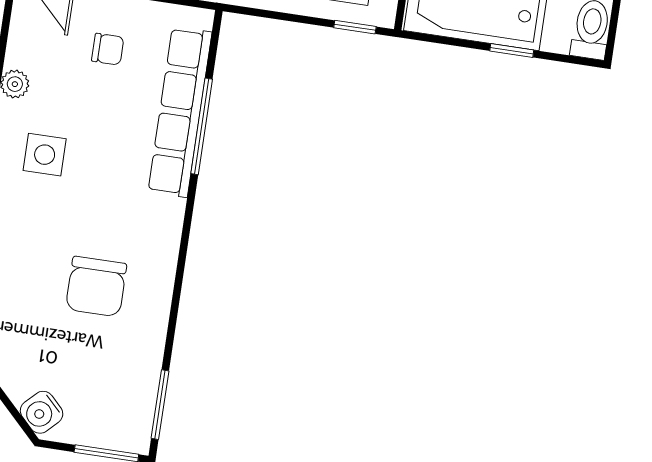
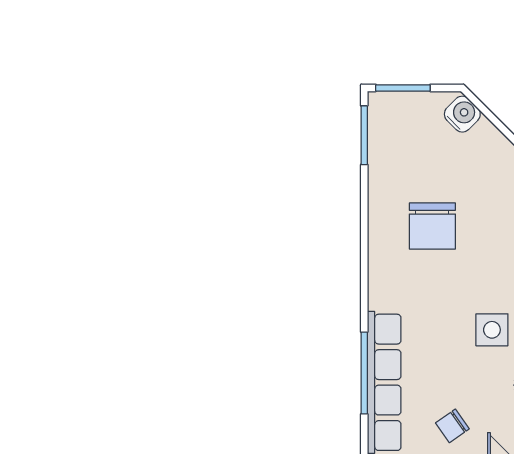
chair: (108, 49) -> (452, 426), turned -35
chair: (96, 287) -> (432, 226), turned 180

